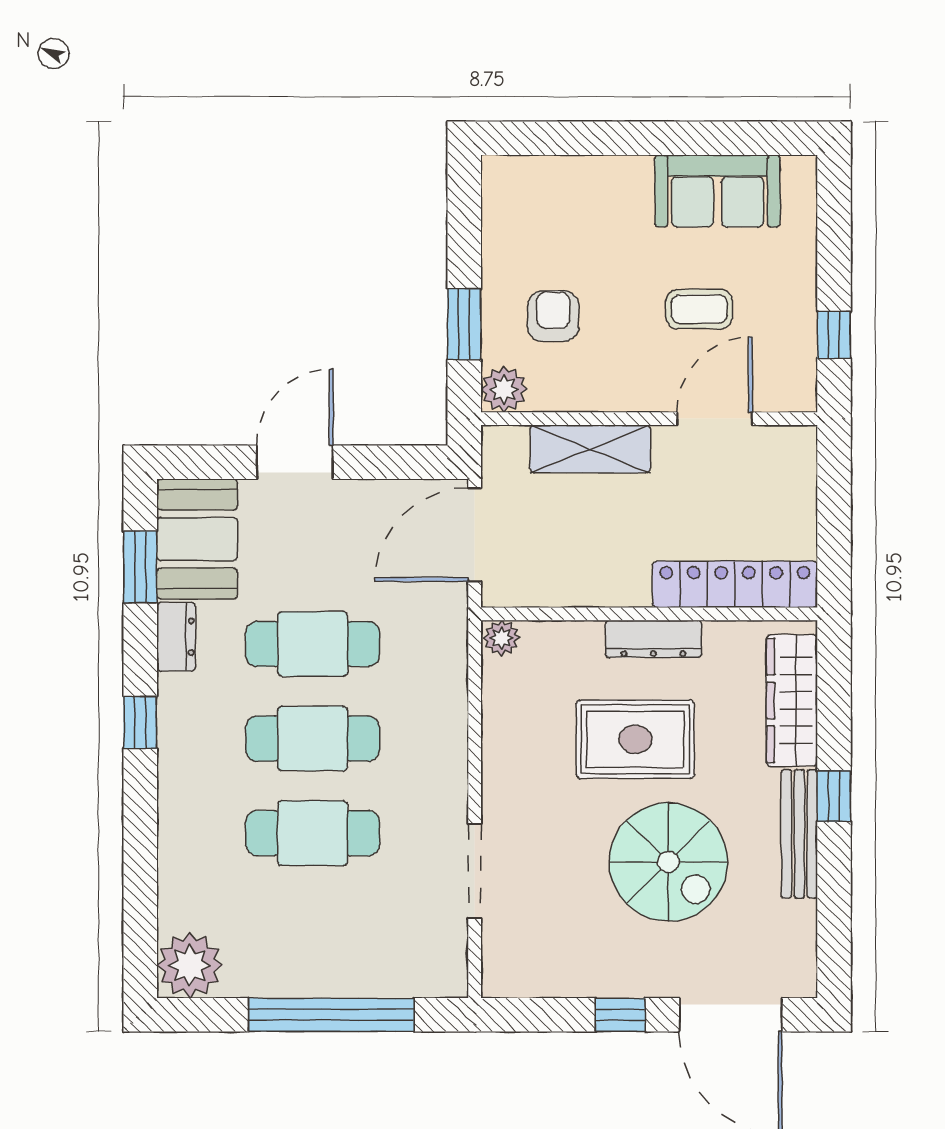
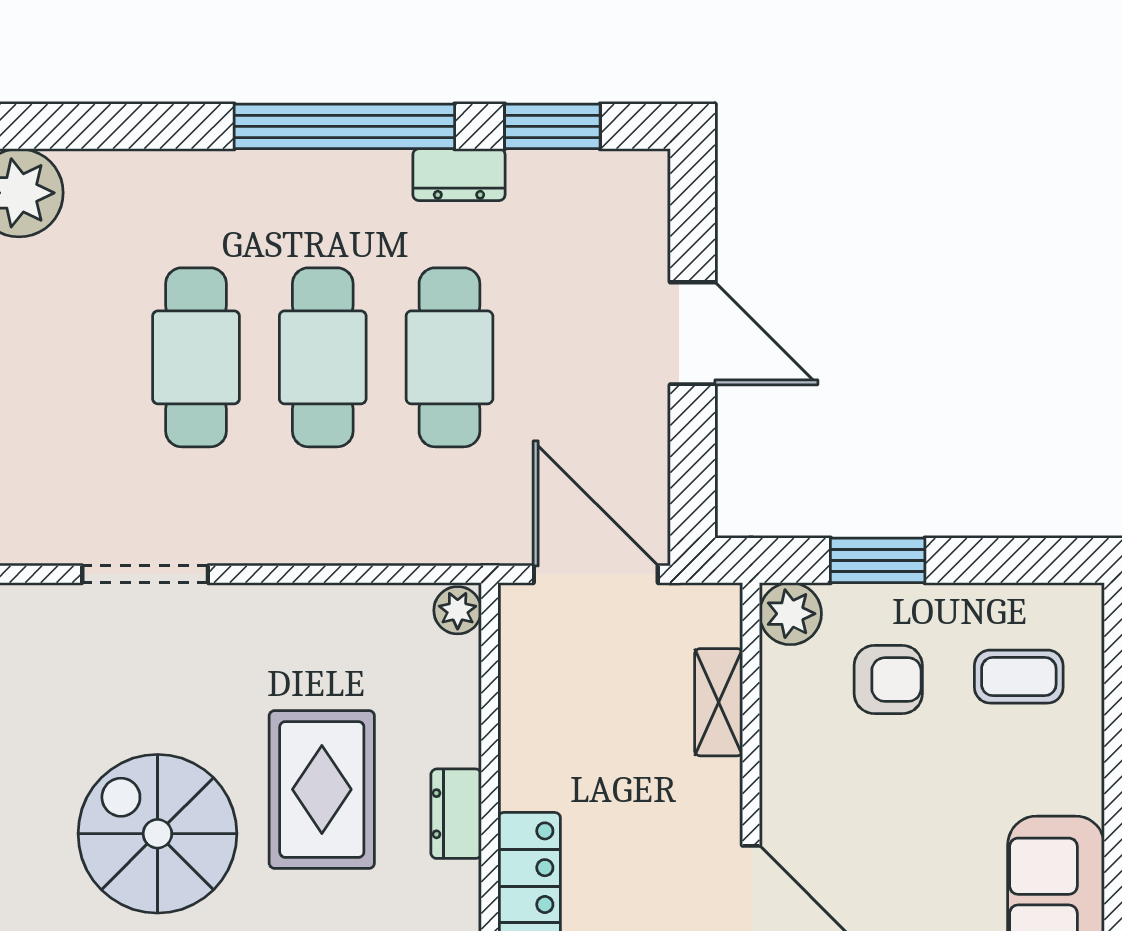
coffee table: (699, 309) -> (1019, 677), moved, turned 90
shelving: (590, 449) -> (719, 702), width x0.67, depth x0.75
booth: (197, 539) -> (590, 203), removed
dresser: (653, 639) -> (456, 814), width x0.70
window: (140, 722) -> (344, 126), width x3.17
spiral stairs: (668, 862) -> (157, 834), turned 90

